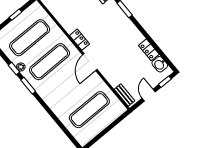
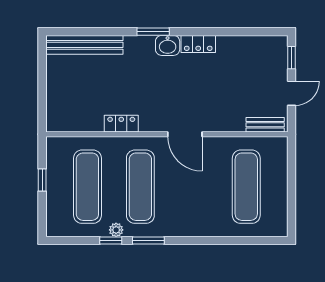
locker: (80, 40) -> (121, 124), moved
locker: (149, 50) -> (198, 44), moved
washbasin: (160, 64) -> (168, 45), moved
door: (149, 95) -> (292, 93), swing flipped

